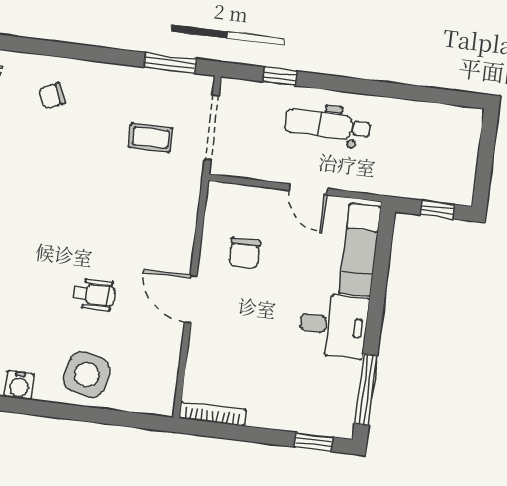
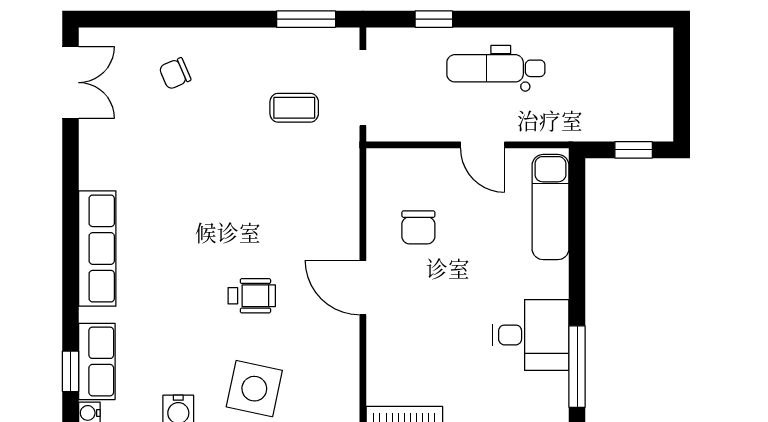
desk: (333, 325) -> (531, 335), moved

